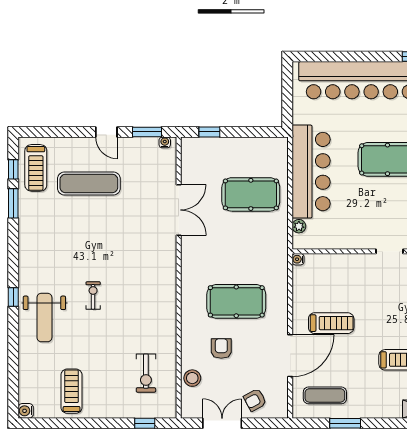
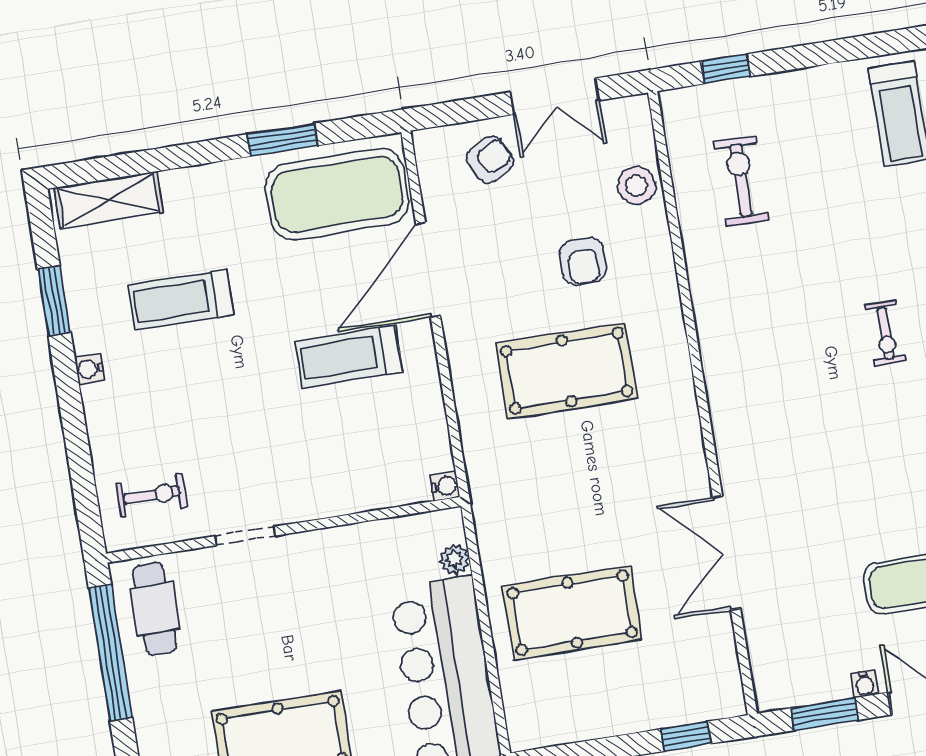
water cooler: (165, 142) -> (865, 684), moved
exercise mat: (325, 395) -> (337, 194), width x2.00, depth x1.45

